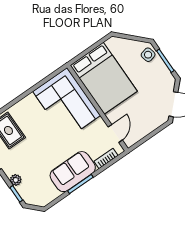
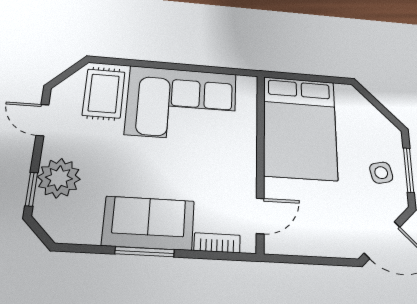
side table: (148, 55) -> (381, 173), moved
corner sofa: (67, 103) -> (182, 104), moved, turned -90
plant: (16, 180) -> (59, 178), width x1.88, depth x1.88

